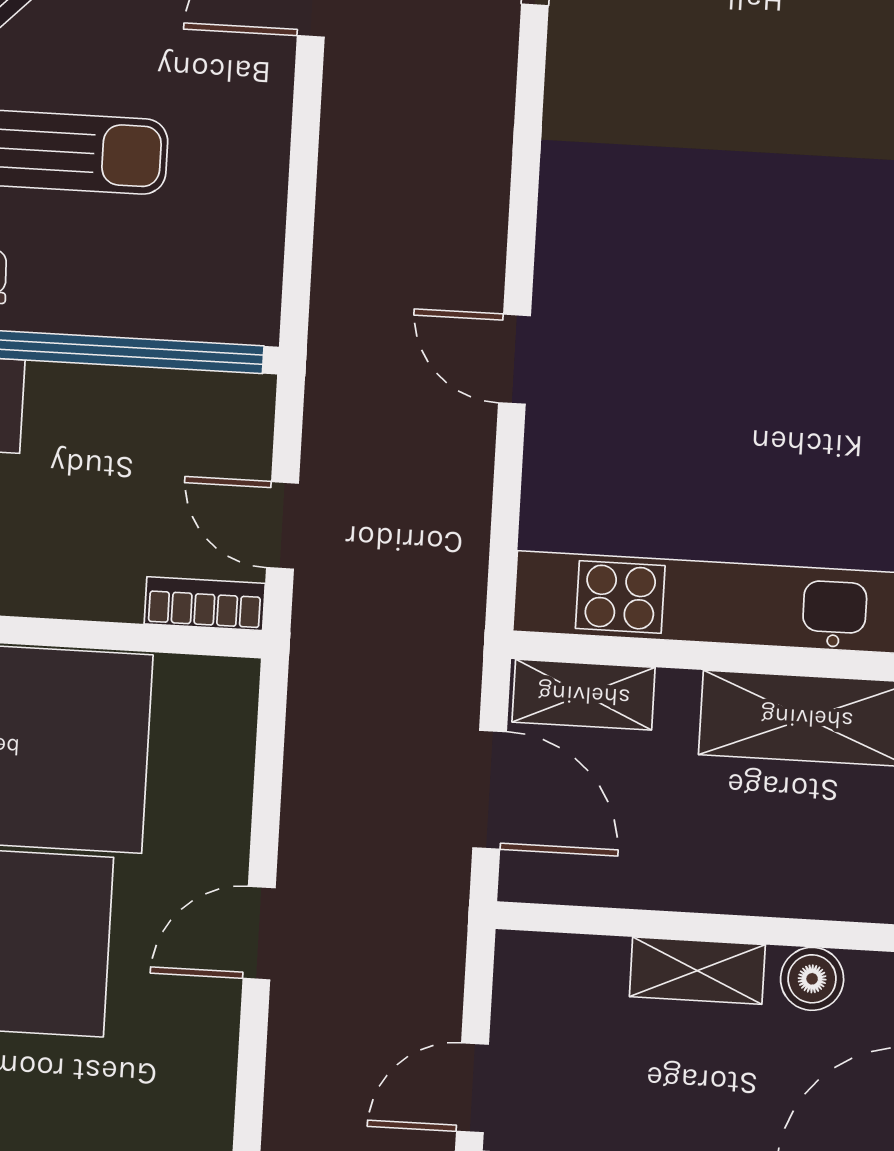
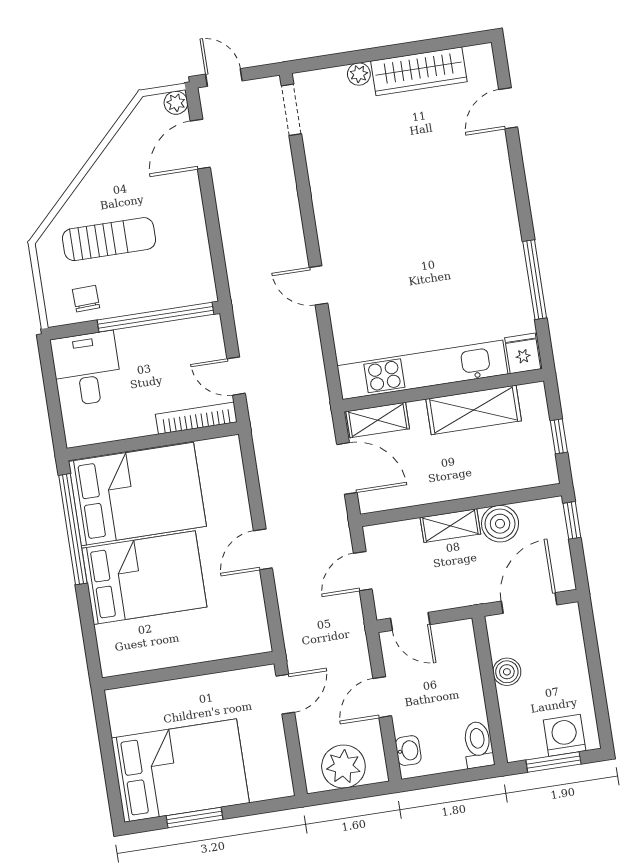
bookcase: (205, 604) -> (196, 418), width x1.56
boiler: (812, 979) -> (500, 524), width x1.36, depth x1.36
door: (472, 1088) -> (363, 571), moved

